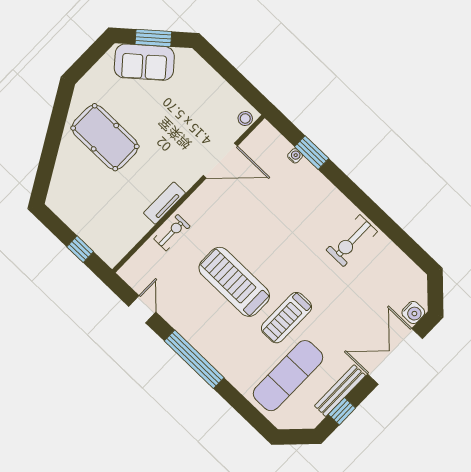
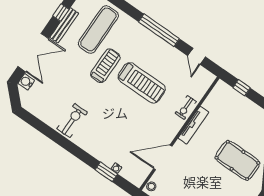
tv unit: (164, 203) -> (193, 125), width x1.41

